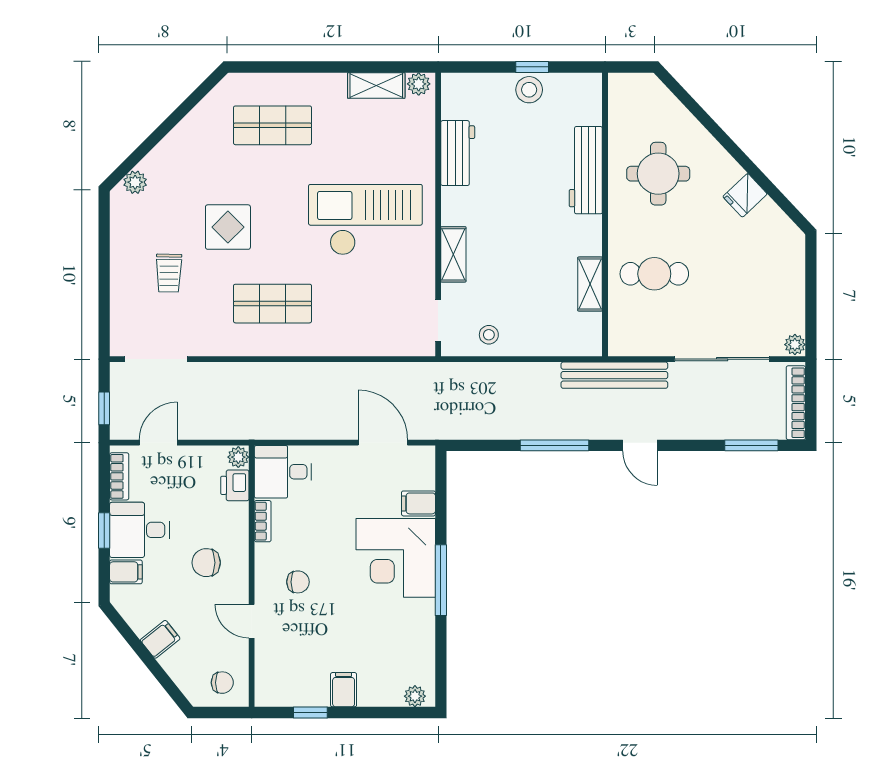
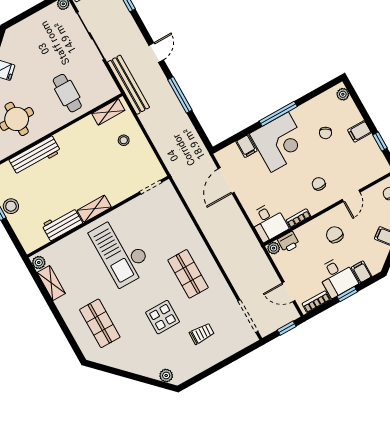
shelving: (453, 254) -> (94, 209), moved
shelving: (590, 284) -> (108, 112), moved
stool: (489, 335) -> (124, 140), moved
chair: (206, 563) -> (335, 235), turned 180
chair: (370, 636) -> (326, 133), added

